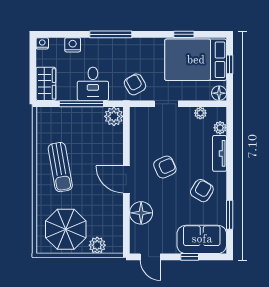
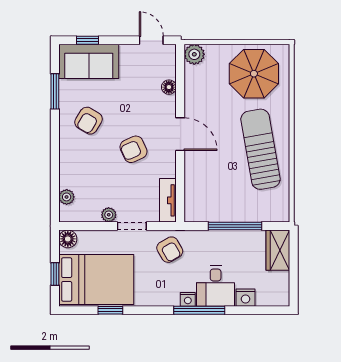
nightstand: (42, 43) -> (188, 299), moved
desk: (93, 84) -> (216, 286), moved, turned 180
plant: (200, 113) -> (109, 215), moved
plant: (114, 116) -> (195, 211), removed
tv unit: (220, 153) -> (168, 200), moved, turned 180
sun lounger: (60, 167) -> (260, 149), width x1.36, depth x1.34
floor lamp: (141, 213) -> (169, 87), width x0.53, depth x0.53
plant: (97, 245) -> (194, 54), moved
window: (190, 257) -> (87, 40), moved

